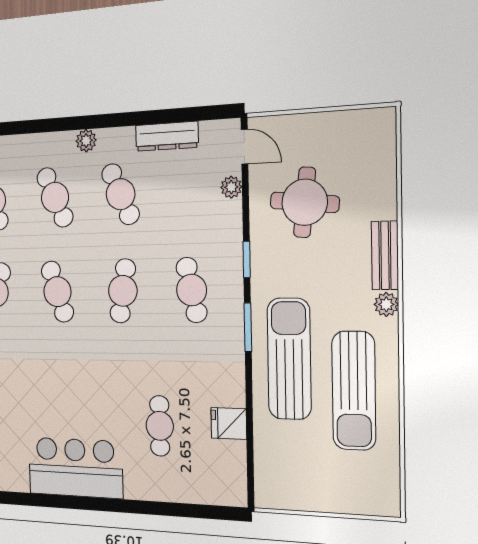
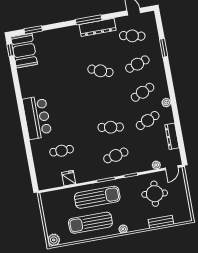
bench: (385, 255) -> (161, 222), moved
cafe table: (57, 292) -> (106, 99), removed
plant: (384, 500) -> (54, 240), added

